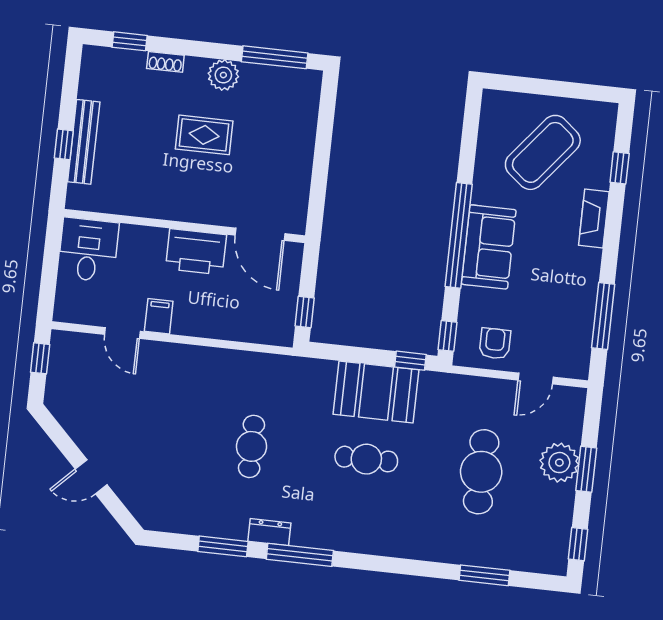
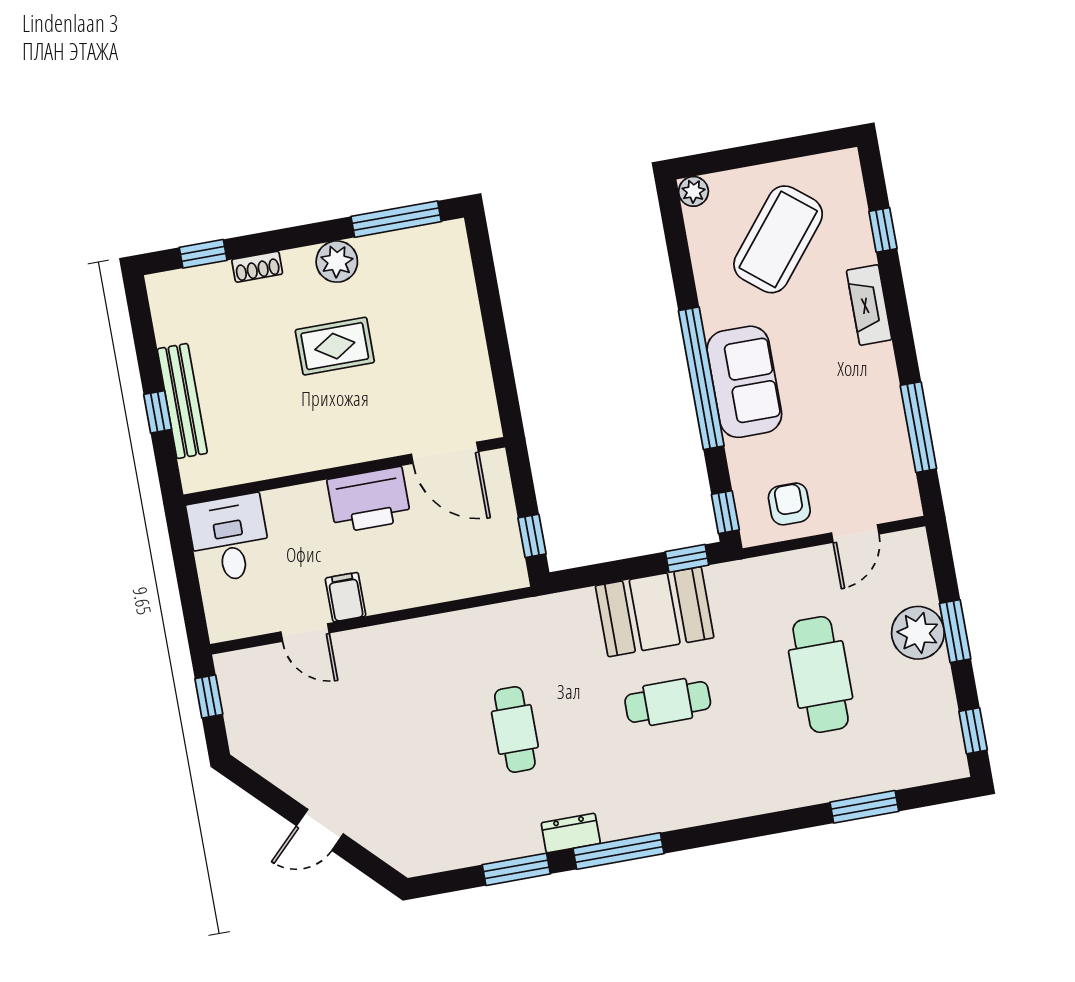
plant: (493, 100) -> (693, 191), added

